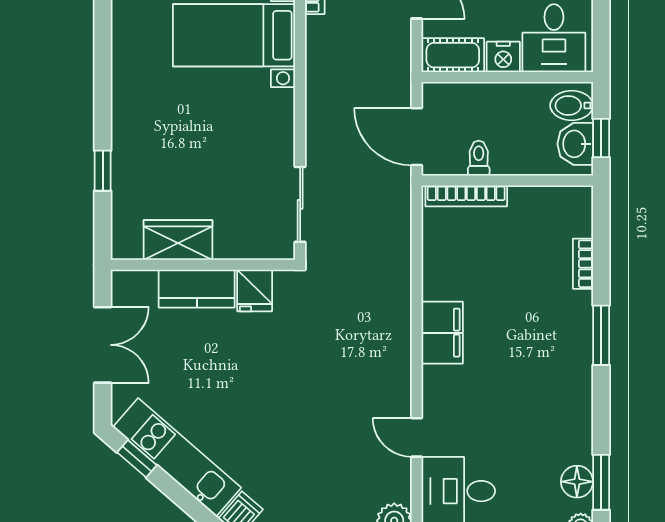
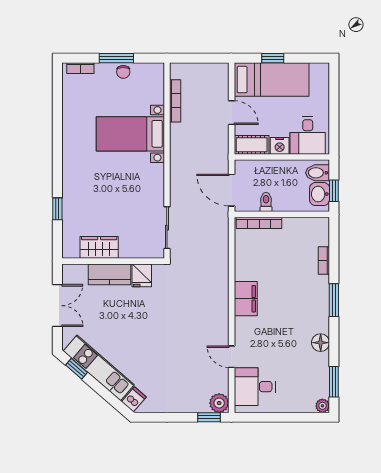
floor lamp: (577, 482) -> (321, 343), moved

